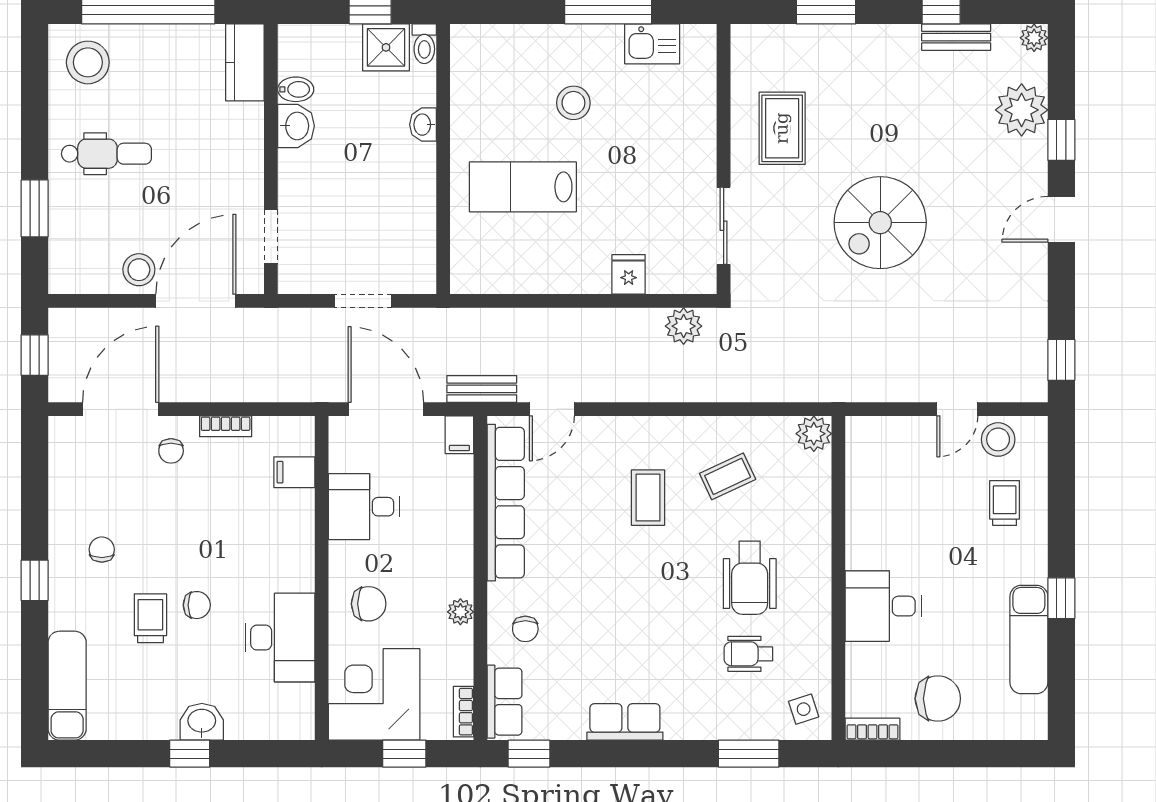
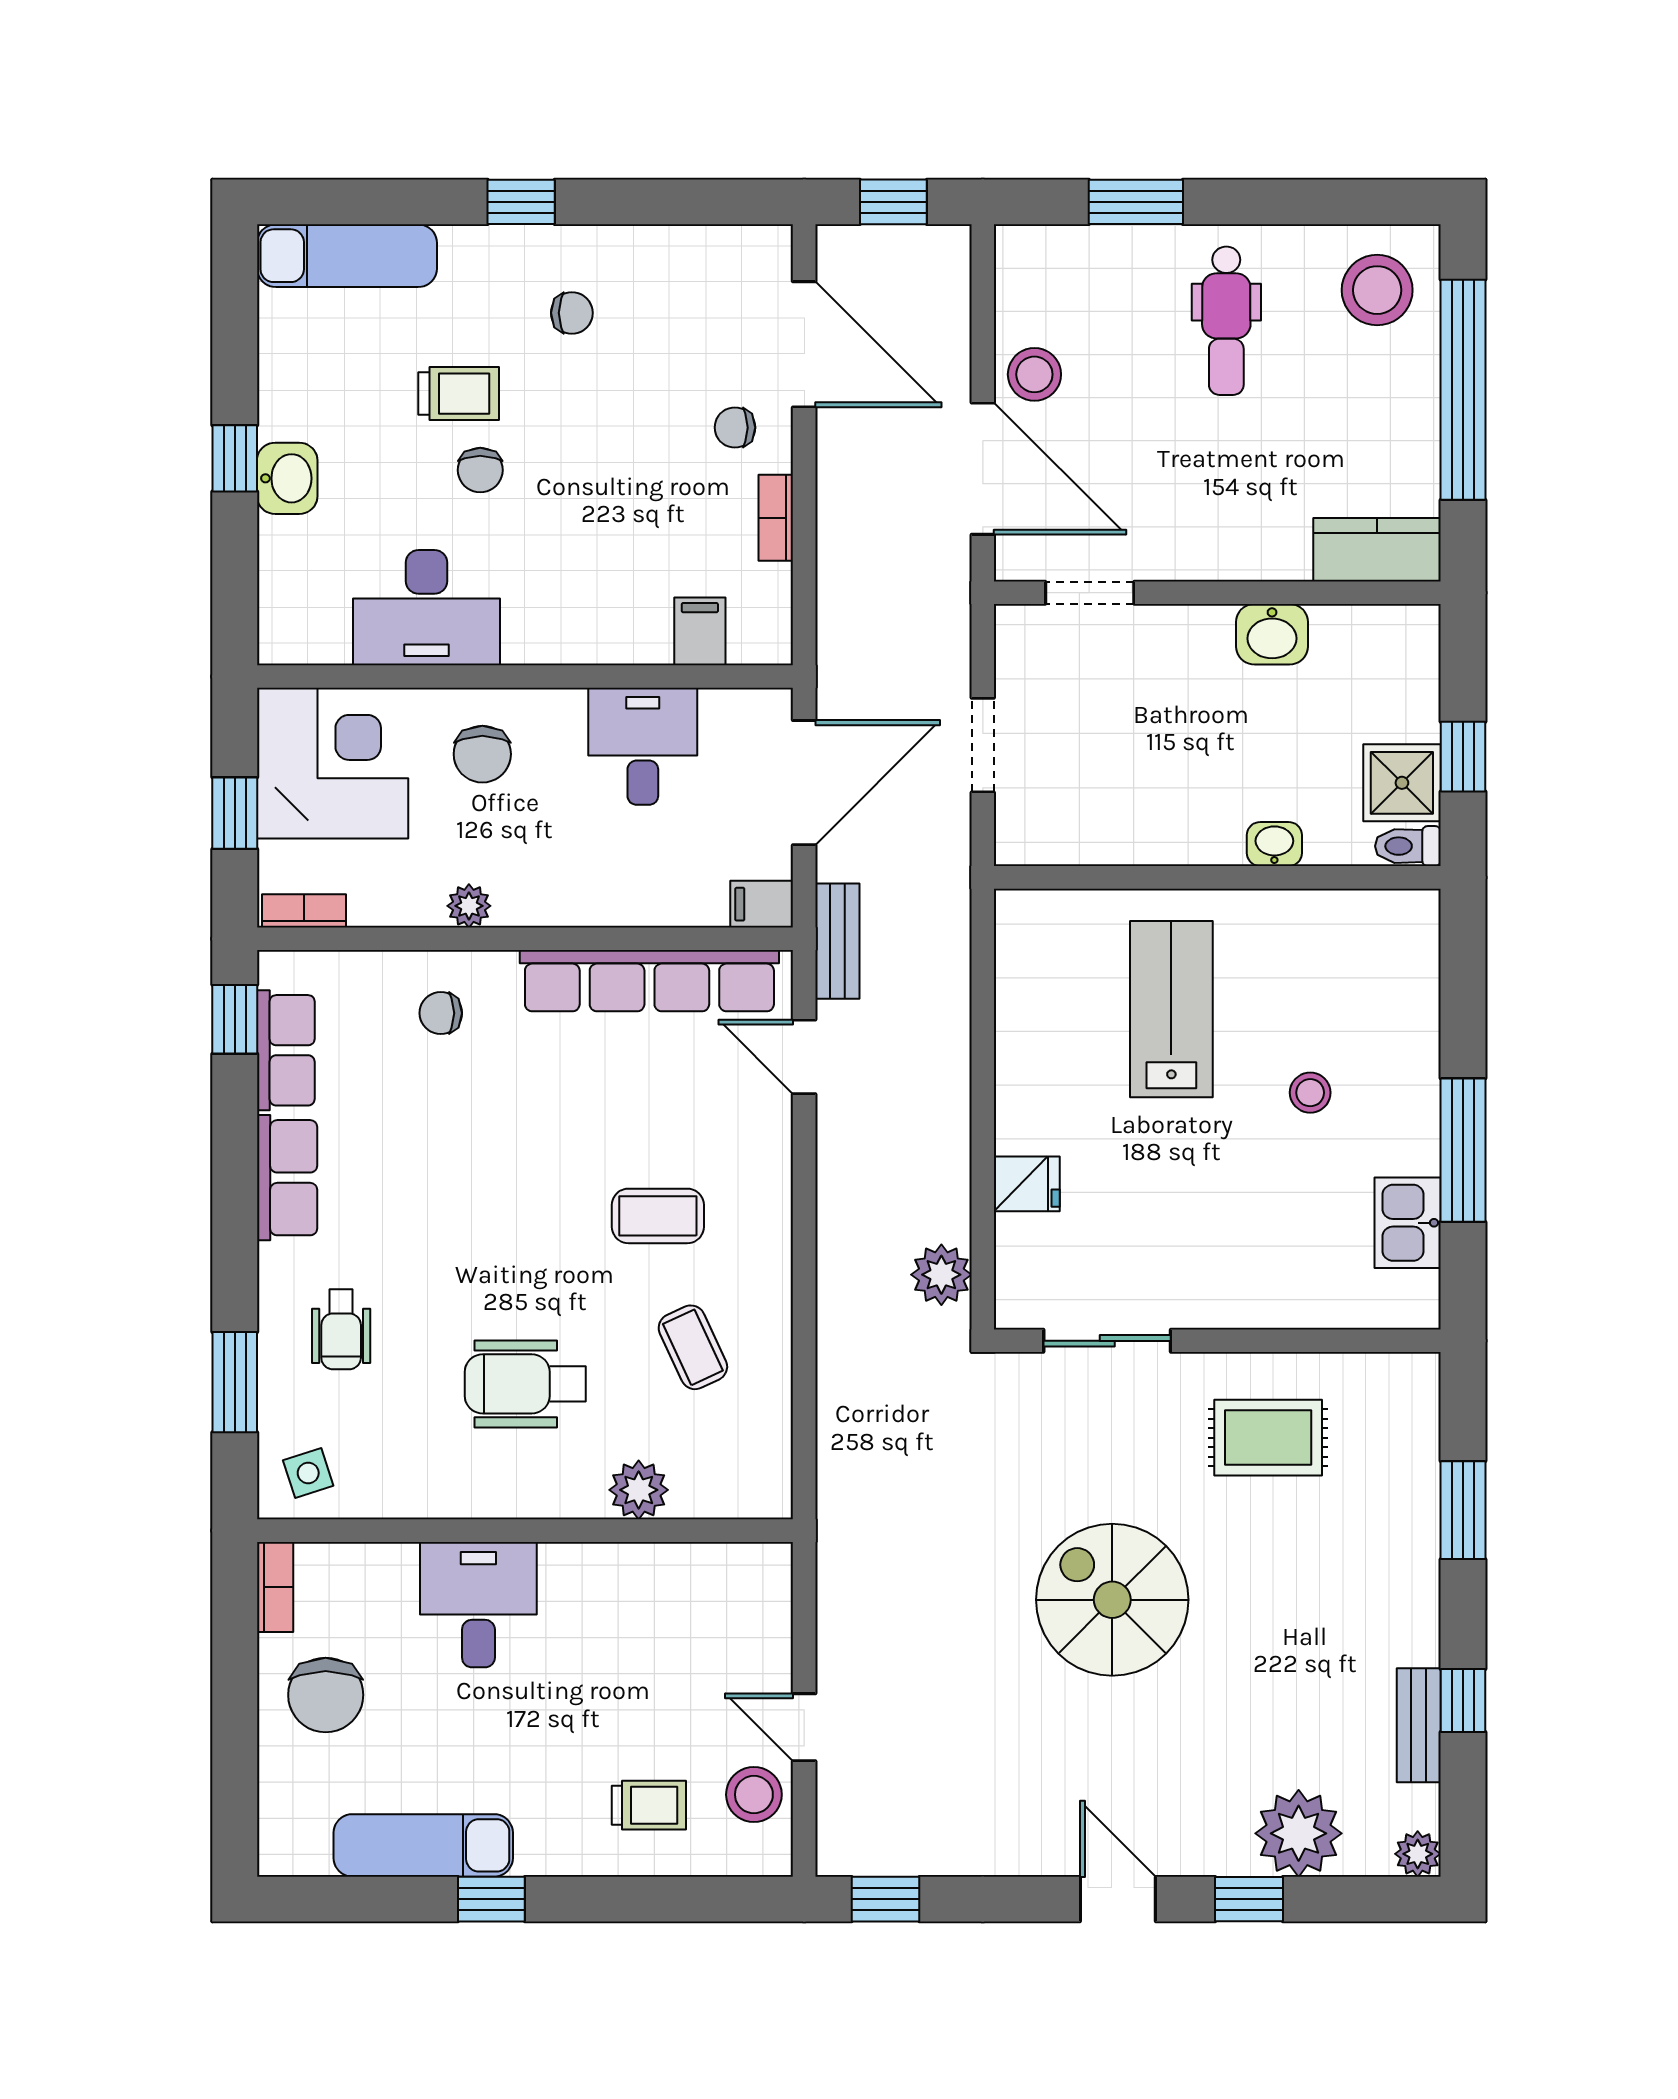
bidet: (296, 89) -> (1333, 634), removed
stool: (573, 103) -> (1310, 1093), width x0.73, depth x0.73
plant: (814, 434) -> (639, 1490), moved
wheelchair: (748, 654) -> (341, 1329), moved, turned 180
row of seats: (505, 702) -> (286, 1050), moved, turned -90

